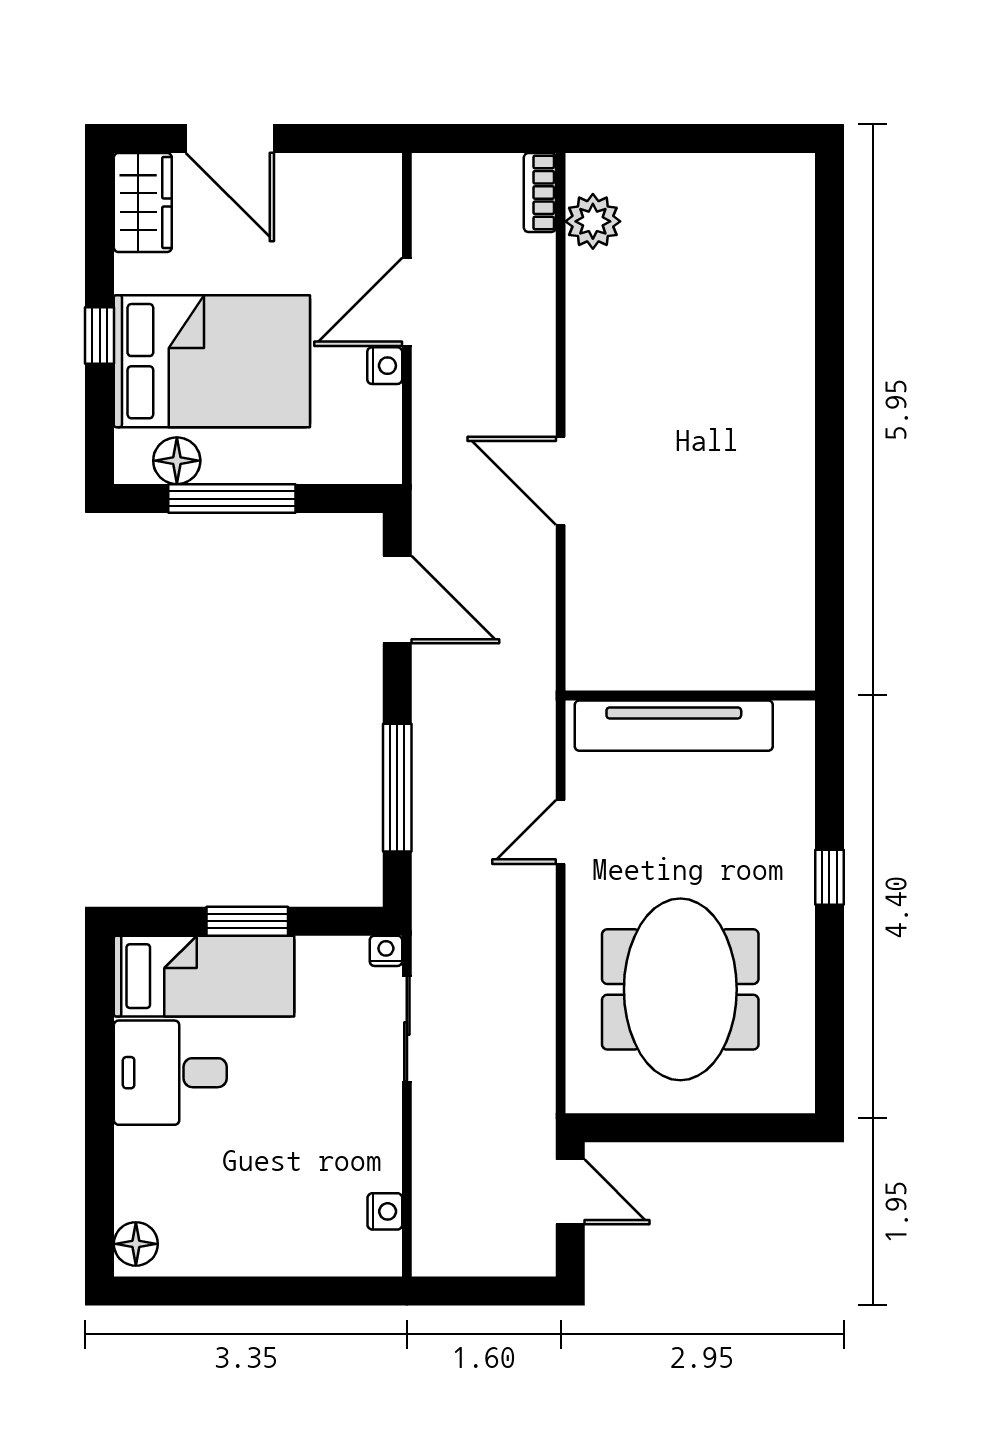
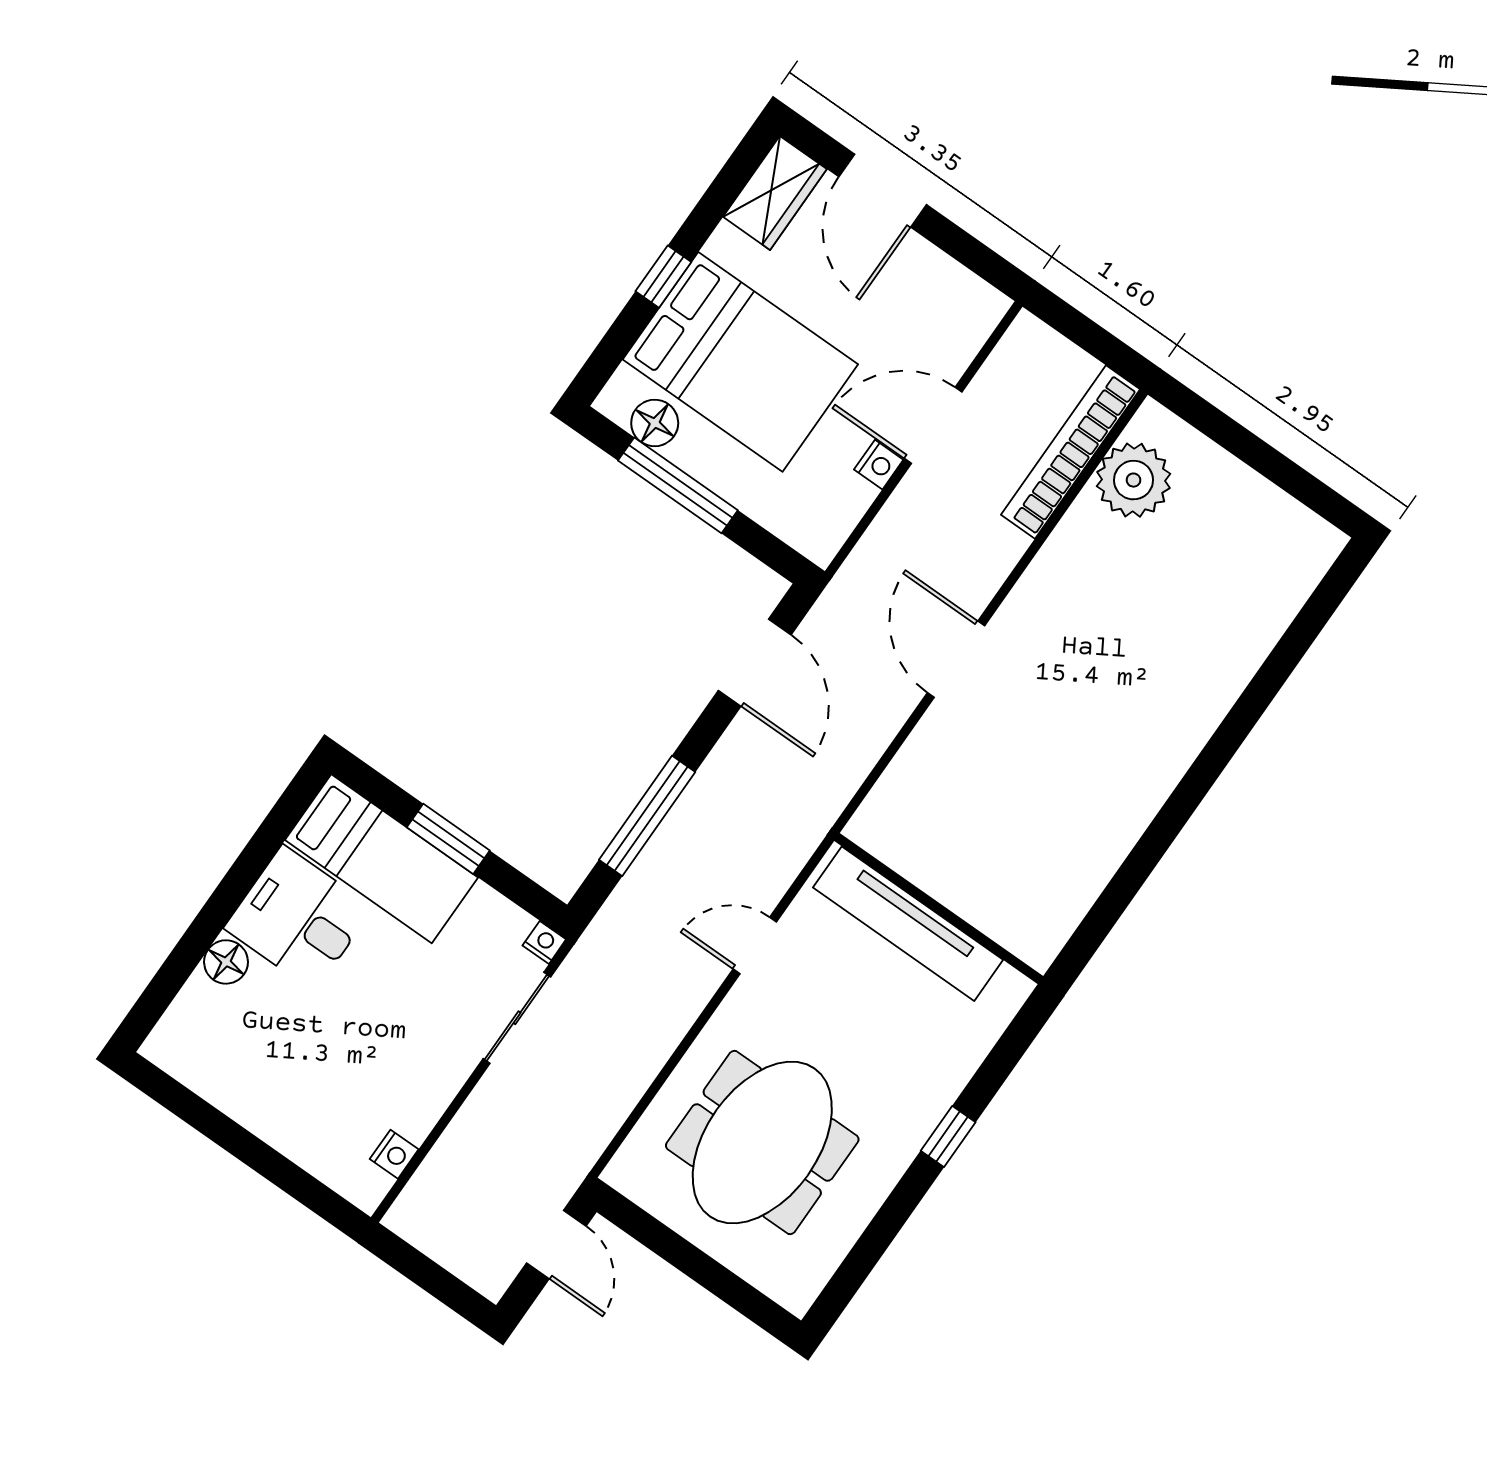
bookcase: (540, 193) -> (1070, 452), width x2.31, depth x1.31
plant: (593, 221) -> (1133, 480), width x1.36, depth x1.36
floor lamp: (136, 1244) -> (226, 962), moved

